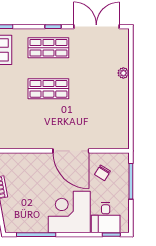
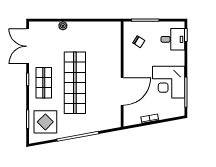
shop shelf: (48, 89) -> (75, 83), width x2.00, depth x1.36
door: (71, 151) -> (122, 91), moved
corner desk: (69, 212) -> (169, 82), moved

